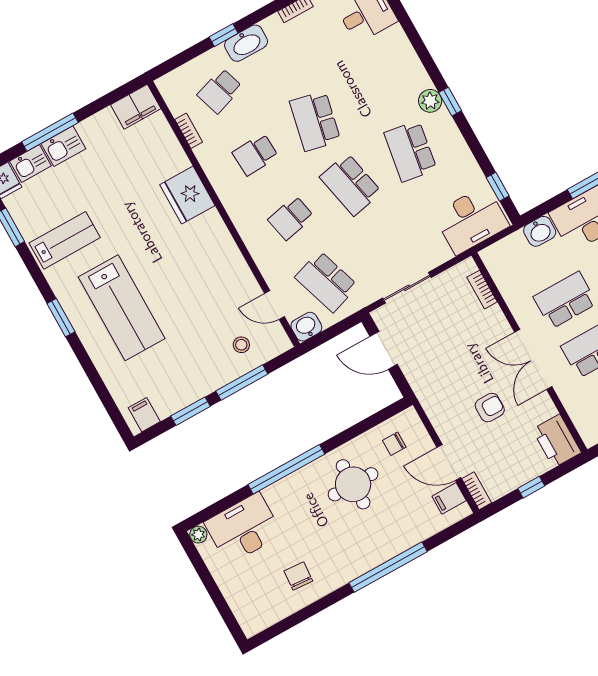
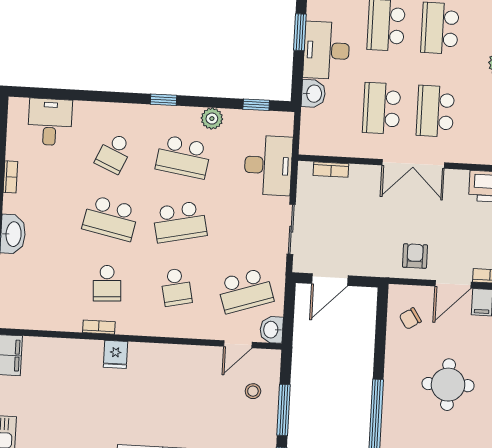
school desk: (220, 91) -> (114, 153), moved, turned 42
plant: (430, 101) -> (212, 119), moved
bookcase: (189, 131) -> (99, 327), moved
fridge: (187, 195) -> (116, 354), width x0.53, depth x0.75
desk: (471, 220) -> (268, 165), moved
armchair: (490, 408) -> (415, 256), moved
chair: (394, 444) -> (410, 319), turned 57
round table: (353, 484) -> (448, 385), moved

